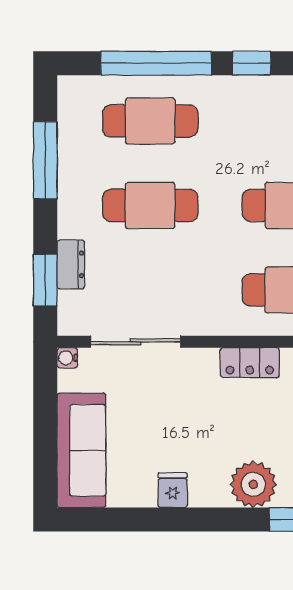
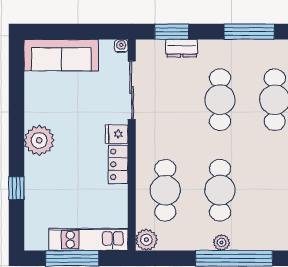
plant: (253, 484) -> (39, 140), moved
fridge: (173, 490) -> (117, 134), moved, turned 180

